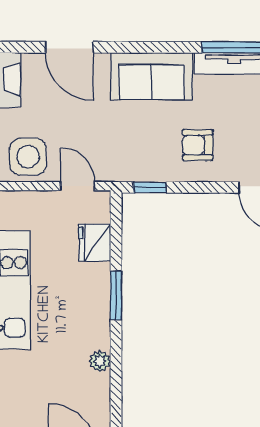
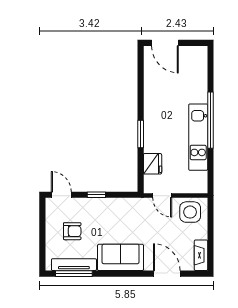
armchair: (198, 145) -> (72, 231), moved
window: (150, 187) -> (96, 195), moved
plant: (100, 361) -> (150, 97), removed

